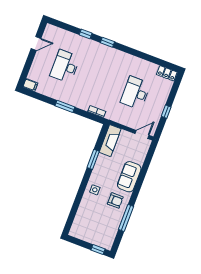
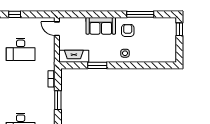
window: (65, 106) -> (58, 100), moved
window: (166, 112) -> (15, 14), moved

